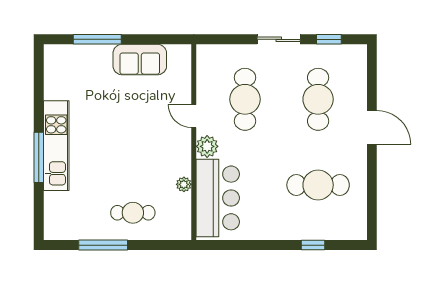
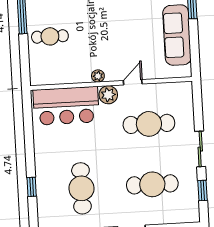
sofa: (140, 60) -> (177, 35), width x1.36
plant: (184, 184) -> (98, 76), moved
cafe table: (133, 213) -> (50, 36), turned 90

